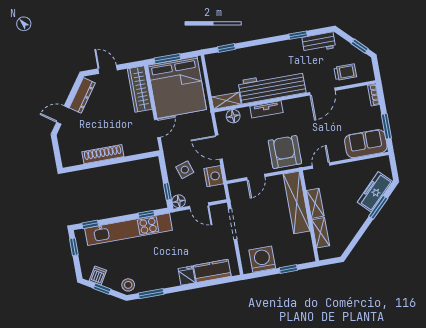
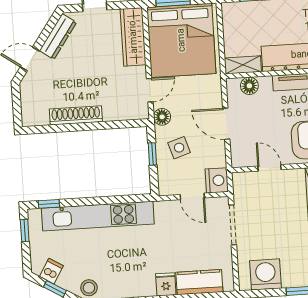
nightstand: (214, 176) -> (217, 180), moved
door: (256, 177) -> (269, 168), swing flipped
window: (167, 191) -> (152, 154), moved
floor lamp: (179, 201) -> (162, 117), moved
window: (146, 214) -> (123, 199), removed

